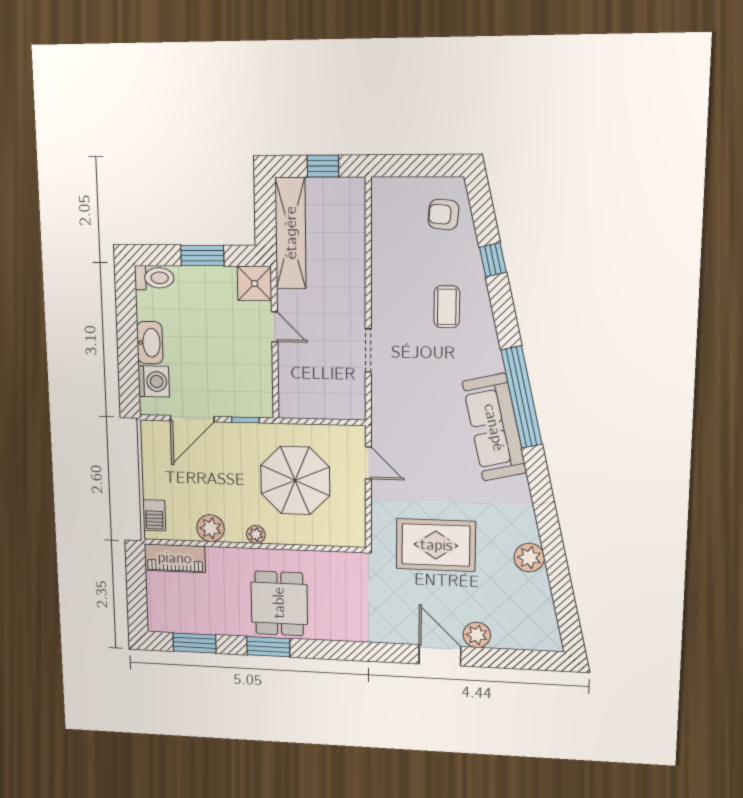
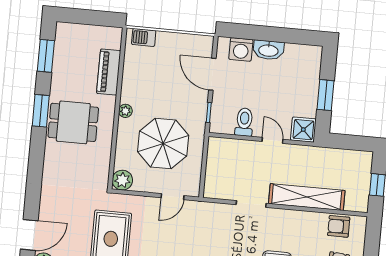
armchair: (389, 219) -> (339, 226), added
shelving: (291, 233) -> (307, 197), moved
toilet: (154, 278) -> (244, 122), moved, turned 180
door: (275, 327) -> (273, 140), swing flipped
plant: (211, 528) -> (122, 180), moved
piano: (175, 558) -> (109, 72), moved

